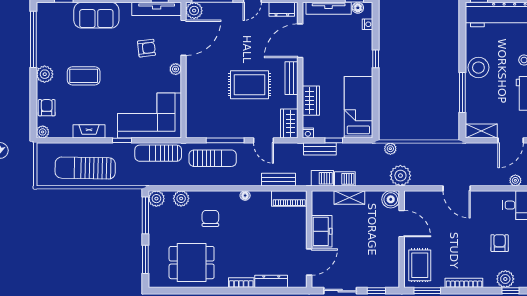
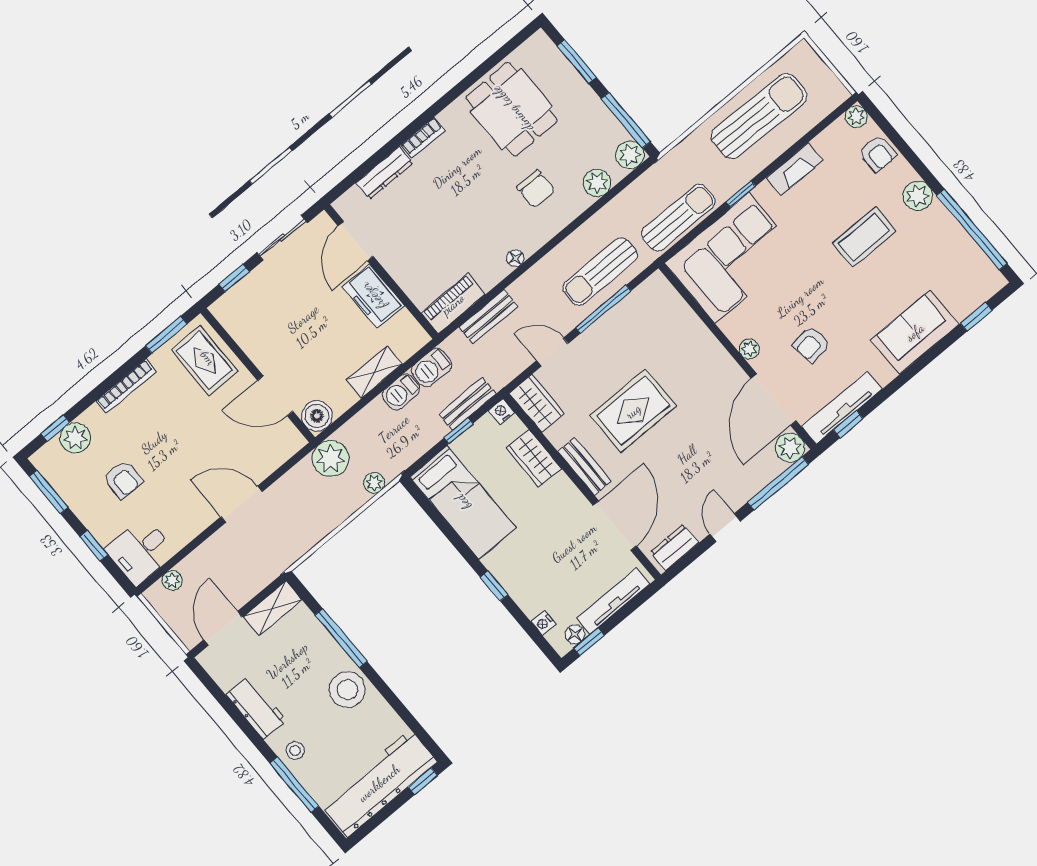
dining table: (192, 263) -> (512, 109), turned 90

